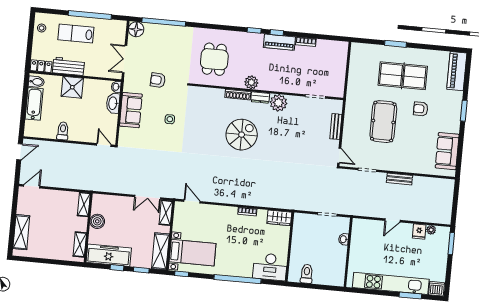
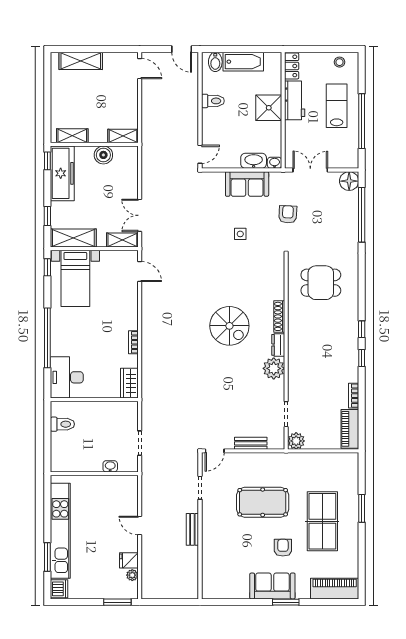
piano: (279, 42) -> (350, 429), moved
bidet: (36, 82) -> (215, 62), moved
plant: (251, 82) -> (296, 441), moved
sofa: (447, 151) -> (272, 586), moved
door: (192, 201) -> (140, 272), hinge flipped
window: (117, 268) -> (47, 161), moved

